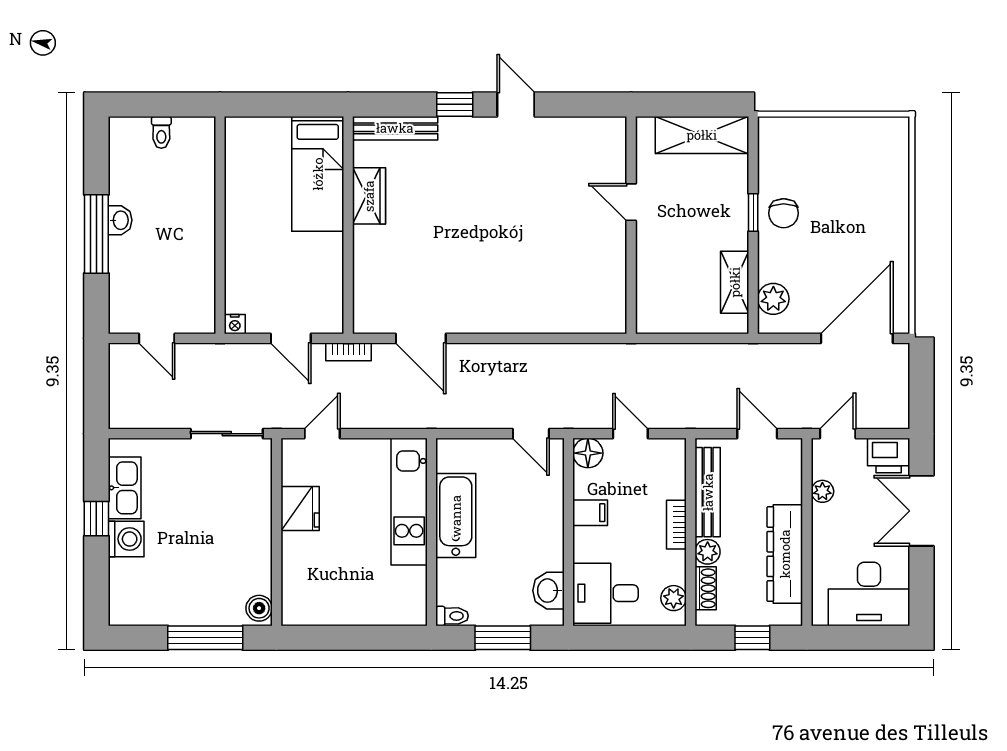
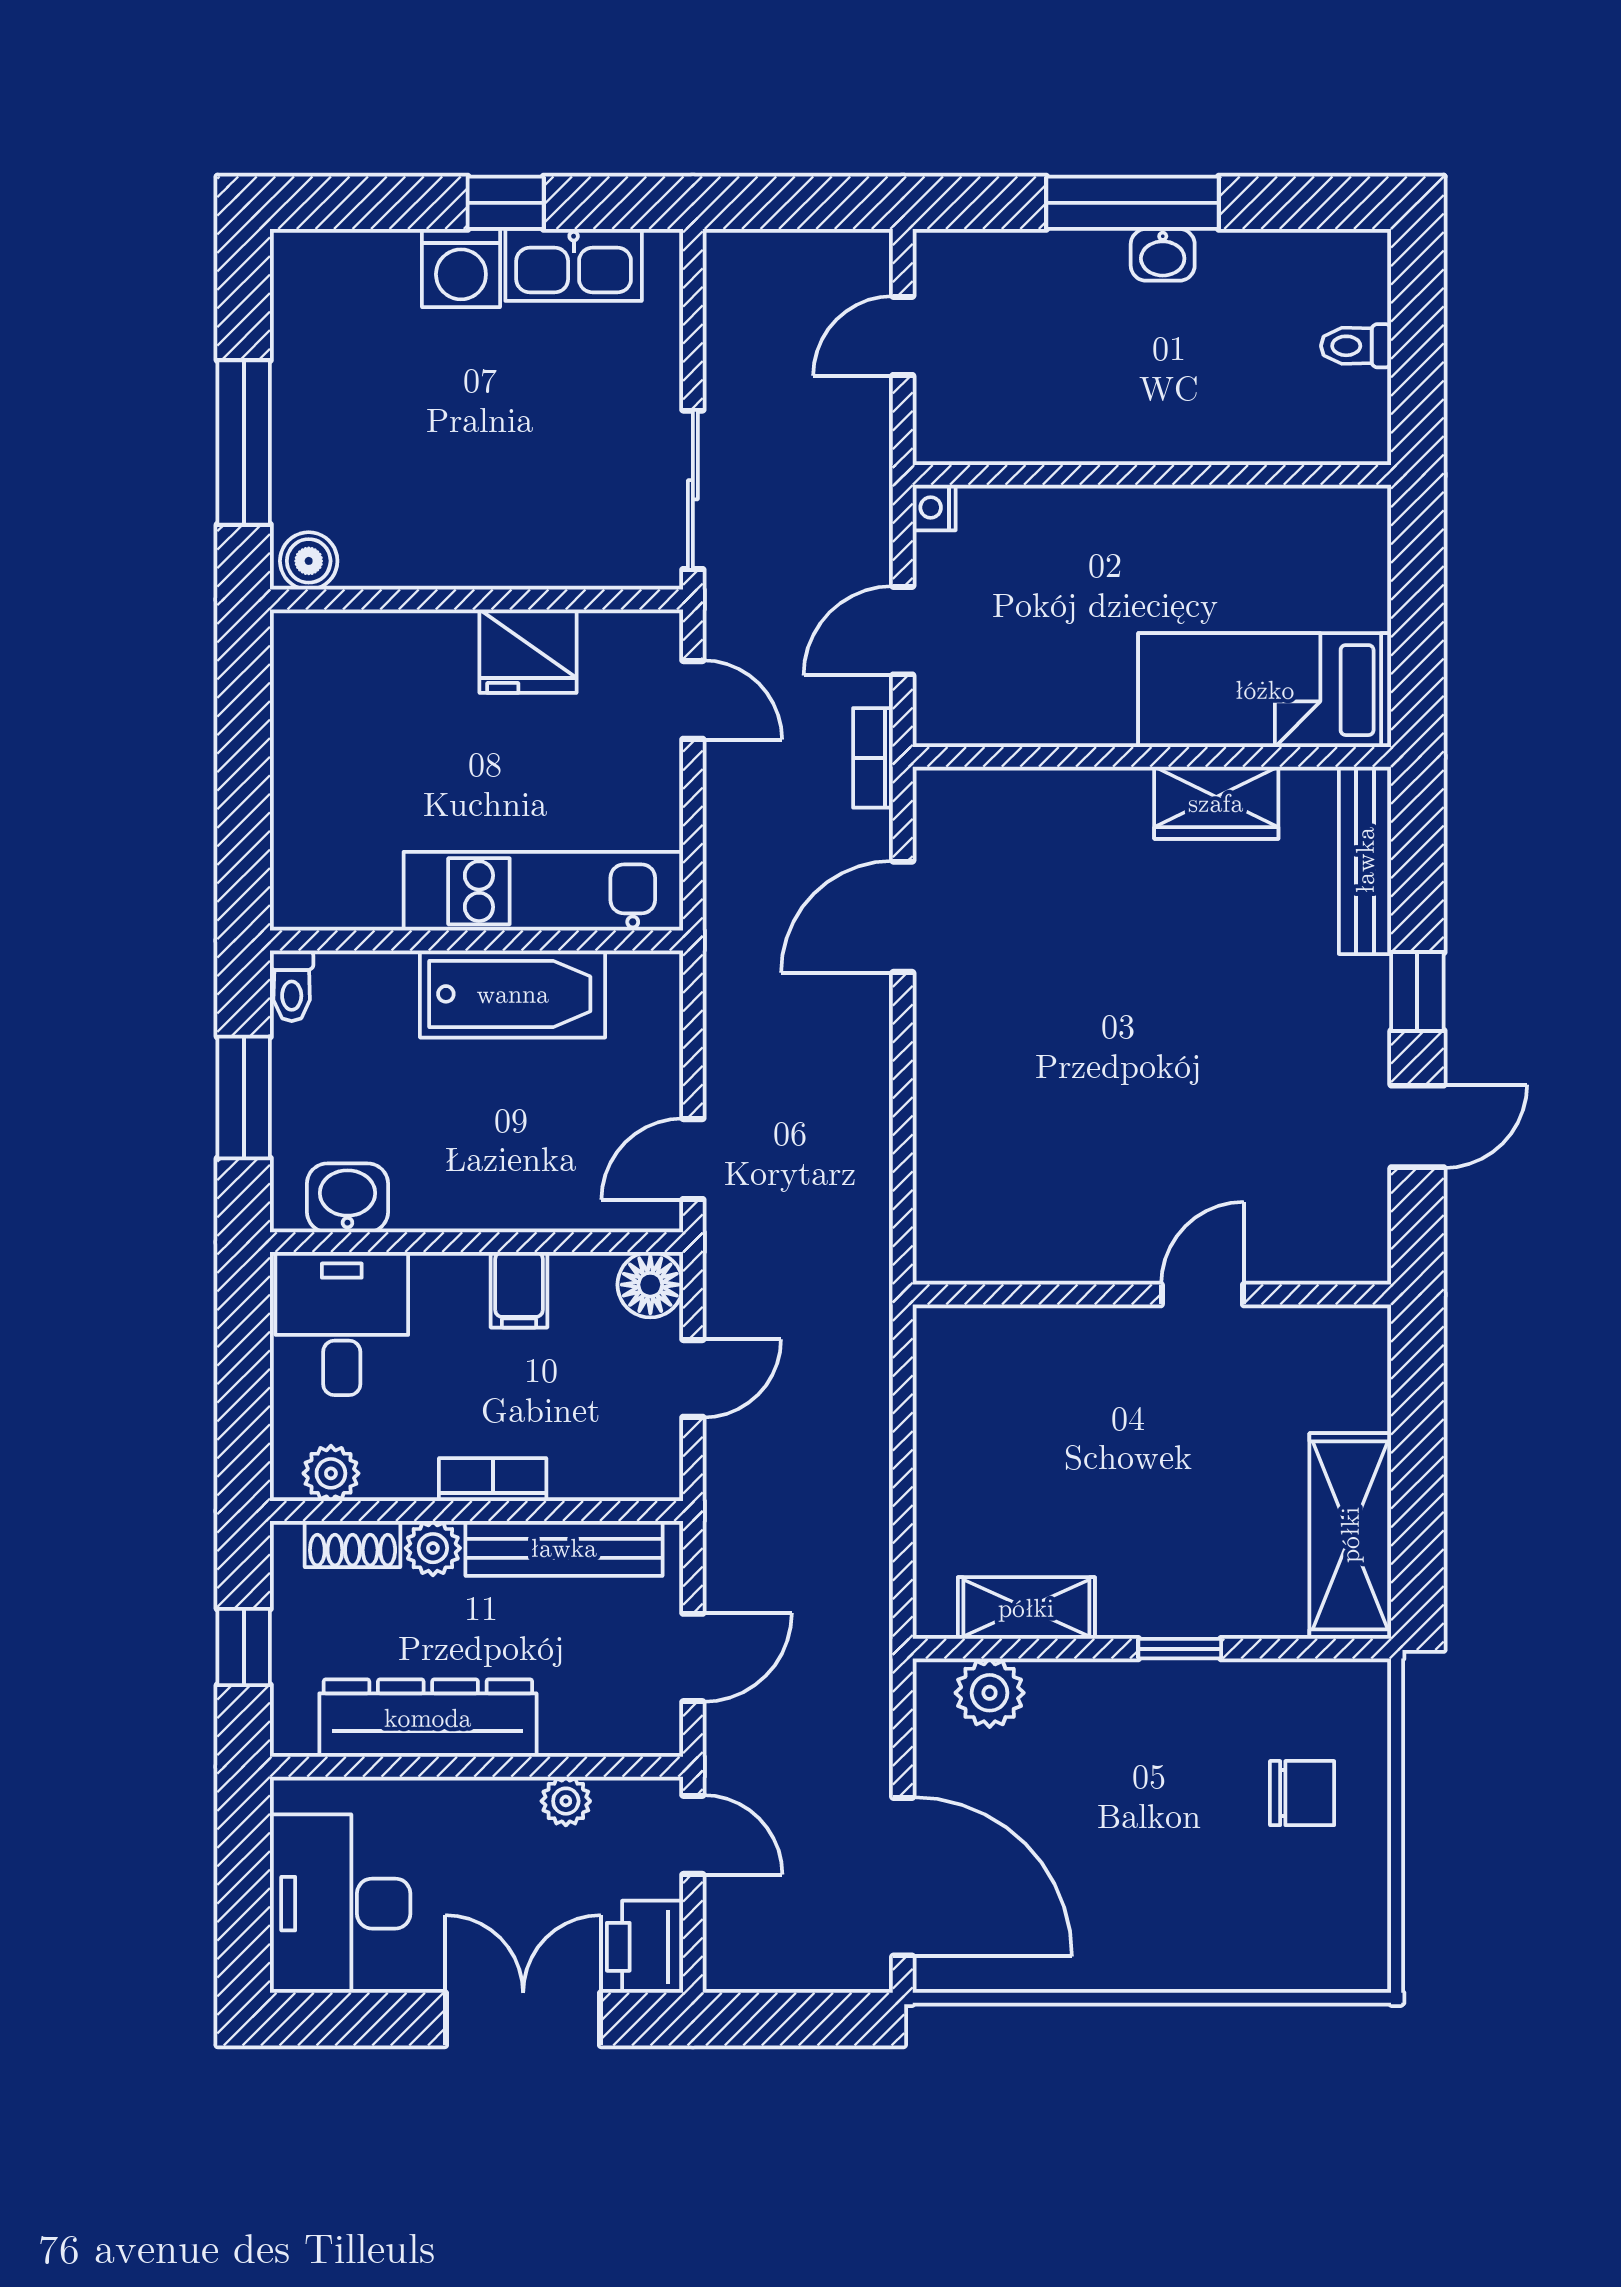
door: (631, 202) -> (1202, 1295), moved
chair: (784, 213) -> (1302, 1793), moved, turned 180
wall: (631, 225) -> (1152, 1295), moved

